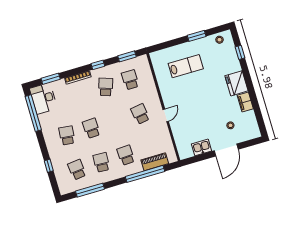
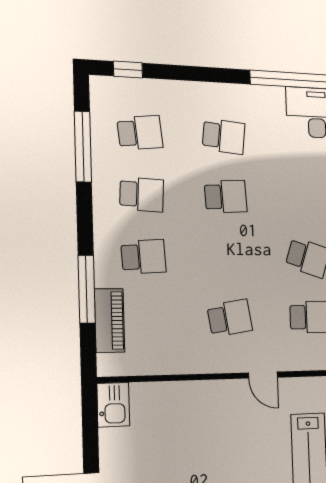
door: (166, 115) -> (263, 375), moved
kitchen sink: (202, 147) -> (113, 405), moved
window: (49, 166) -> (128, 70), moved
window: (145, 174) -> (87, 289), width x0.68

